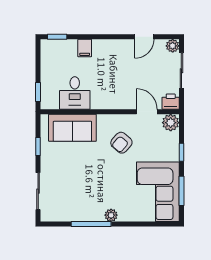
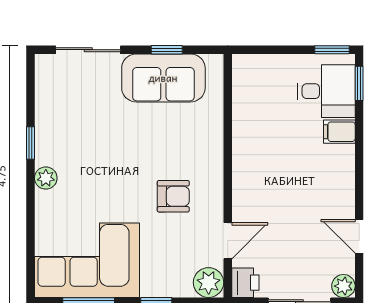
window: (38, 92) -> (332, 50), moved
desk: (75, 93) -> (326, 91), moved, turned 180
sofa: (72, 128) -> (163, 78), moved, turned -90
armchair: (121, 143) -> (173, 196), turned 139
window: (91, 224) -> (30, 143), width x0.46

